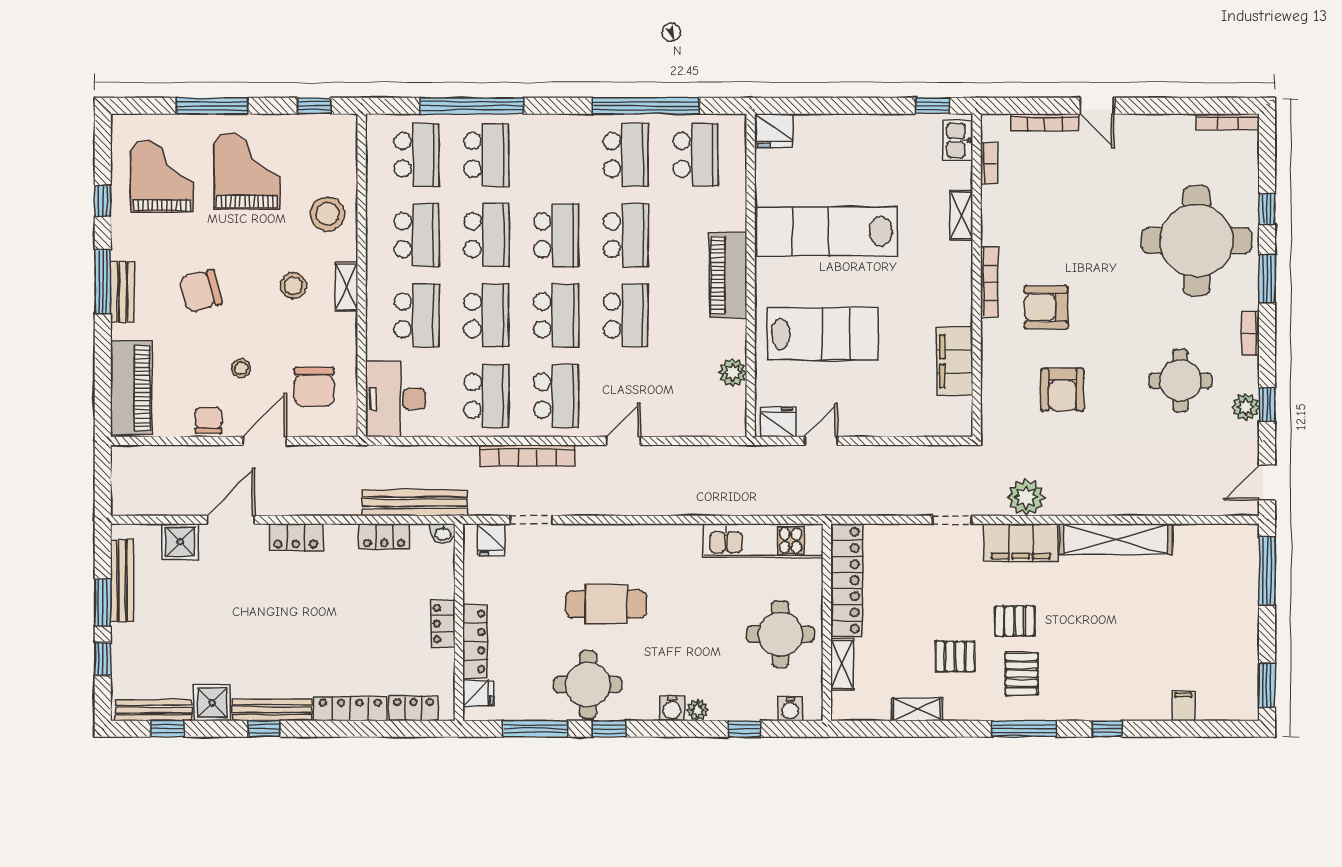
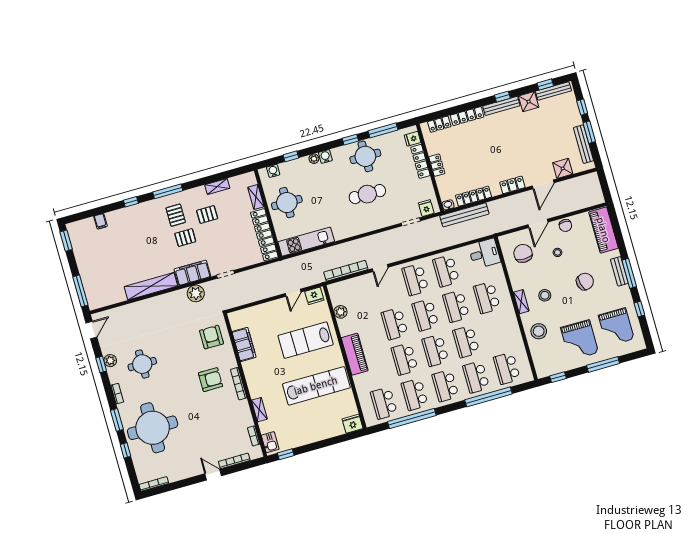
school desk: (417, 235) -> (445, 386), moved
armchair: (1062, 390) -> (212, 337), moved
desk: (396, 399) -> (484, 254), width x0.73
bookcase: (527, 456) -> (346, 271), moved
locker: (384, 536) -> (474, 196), width x1.53

